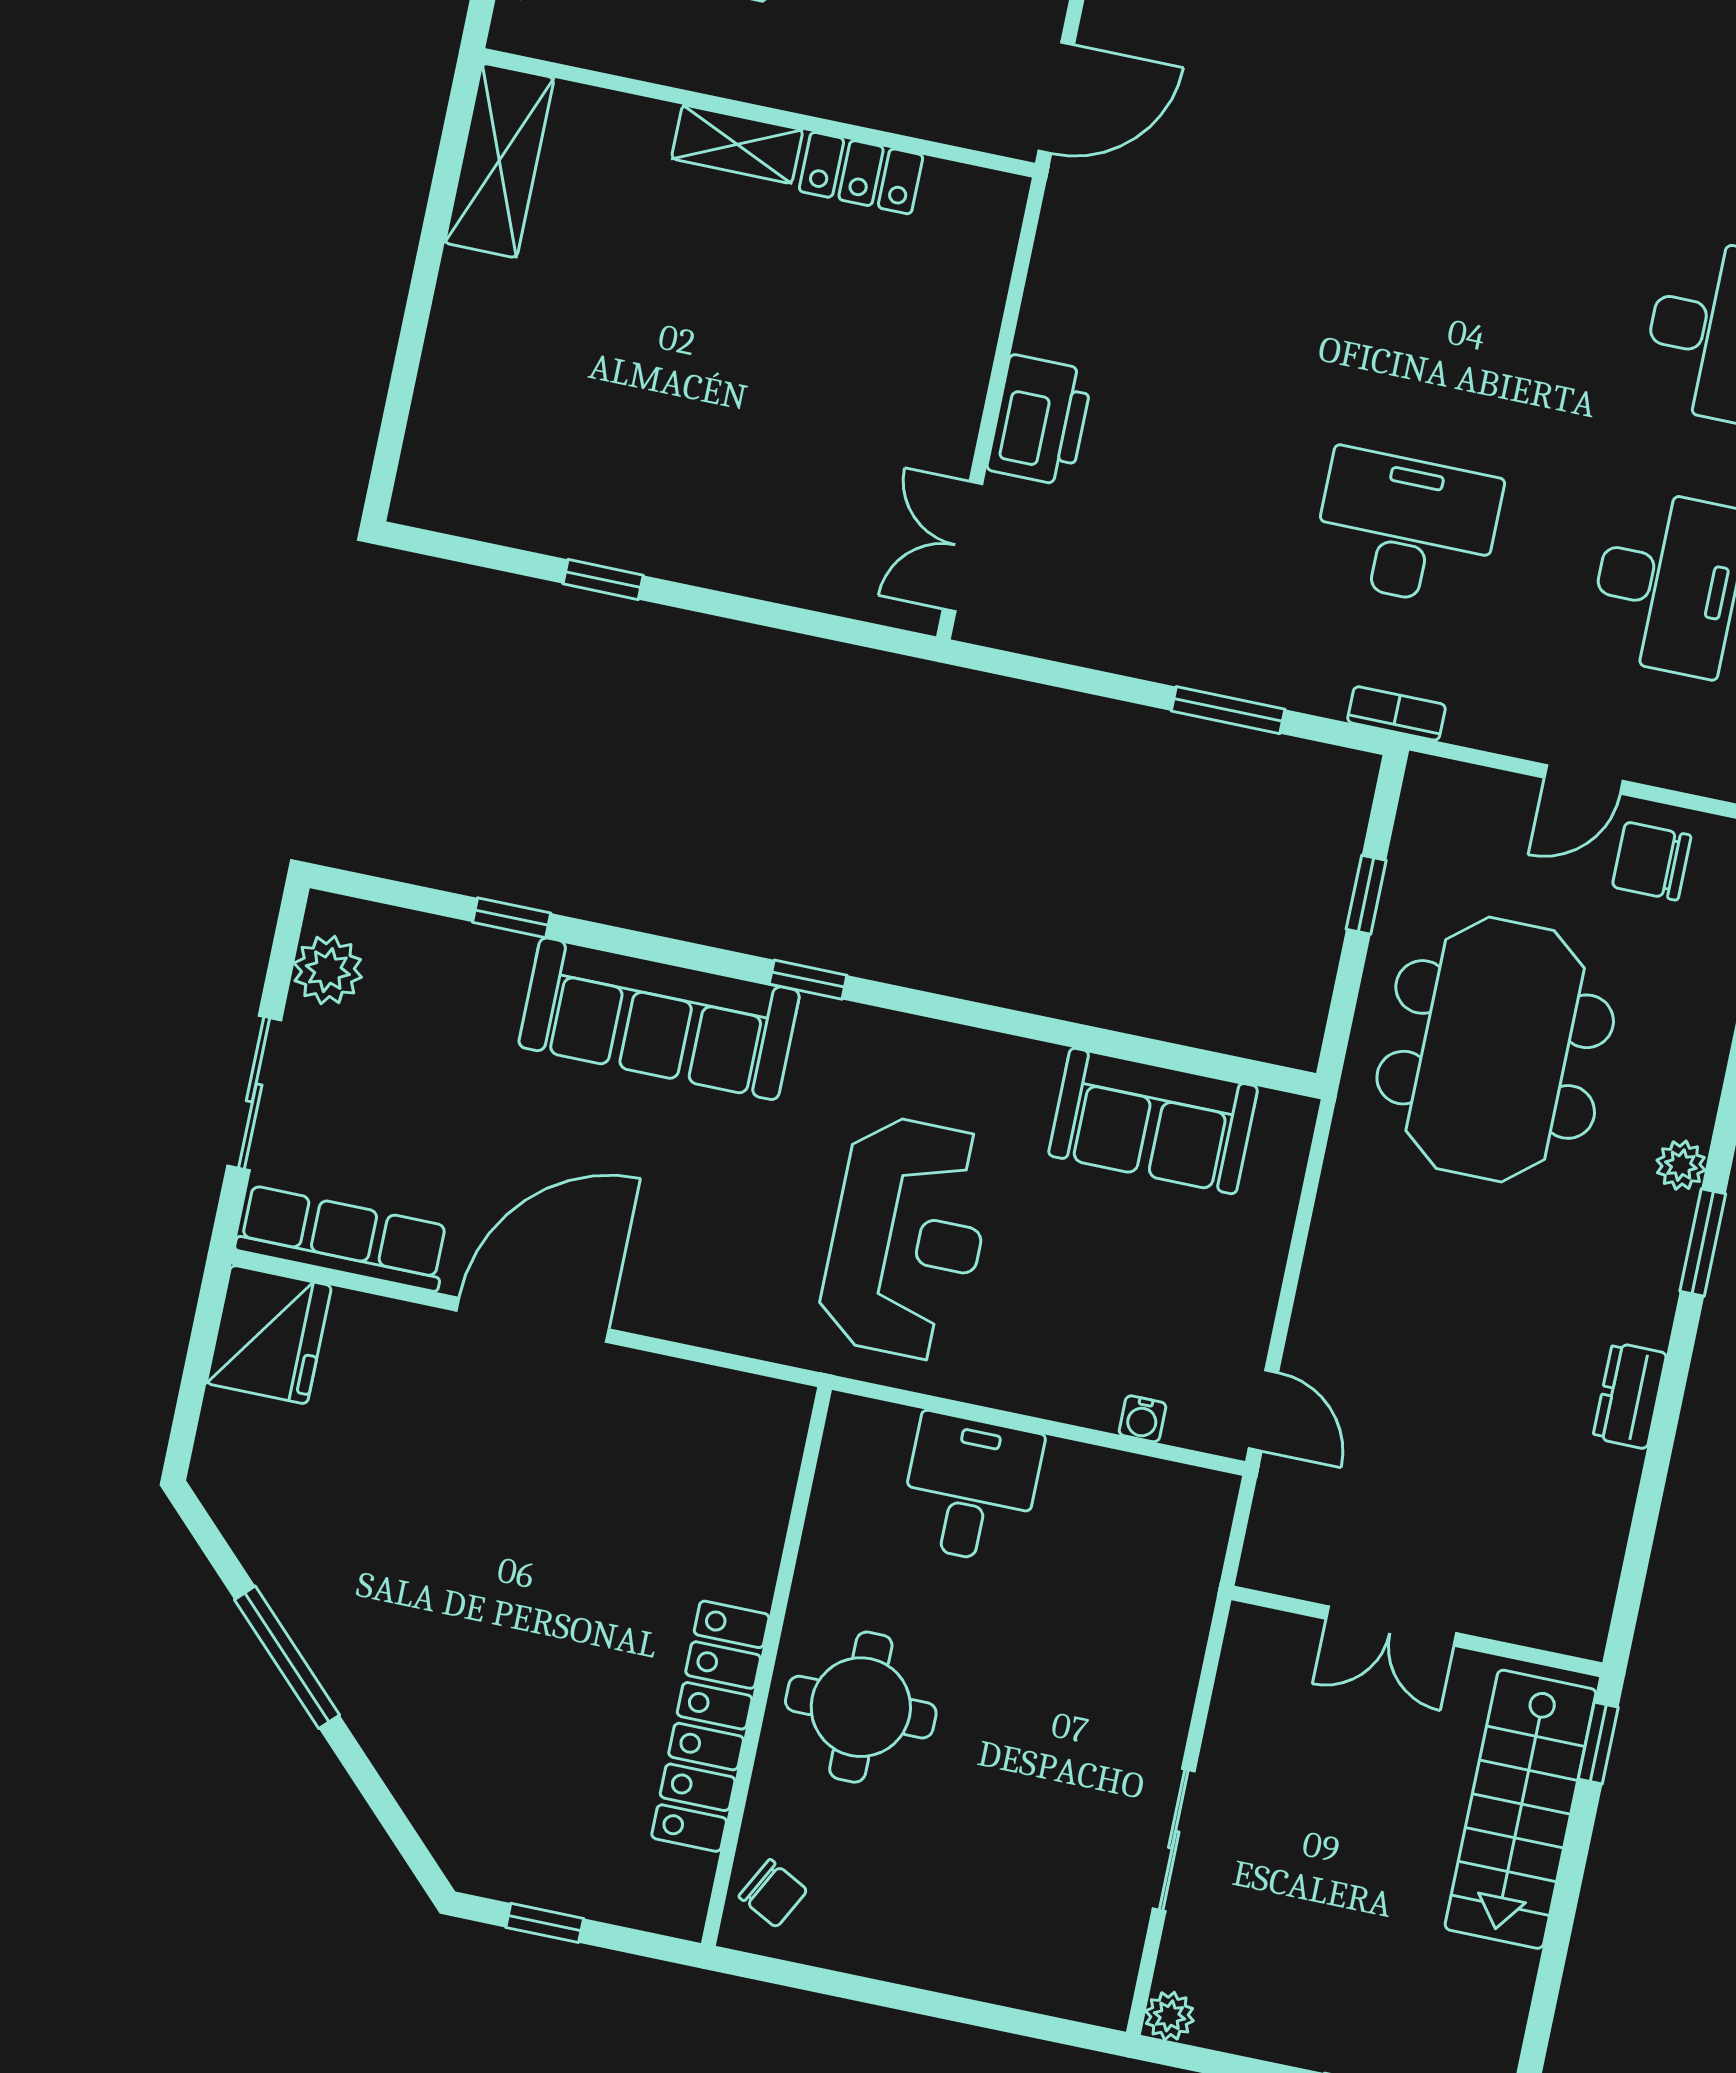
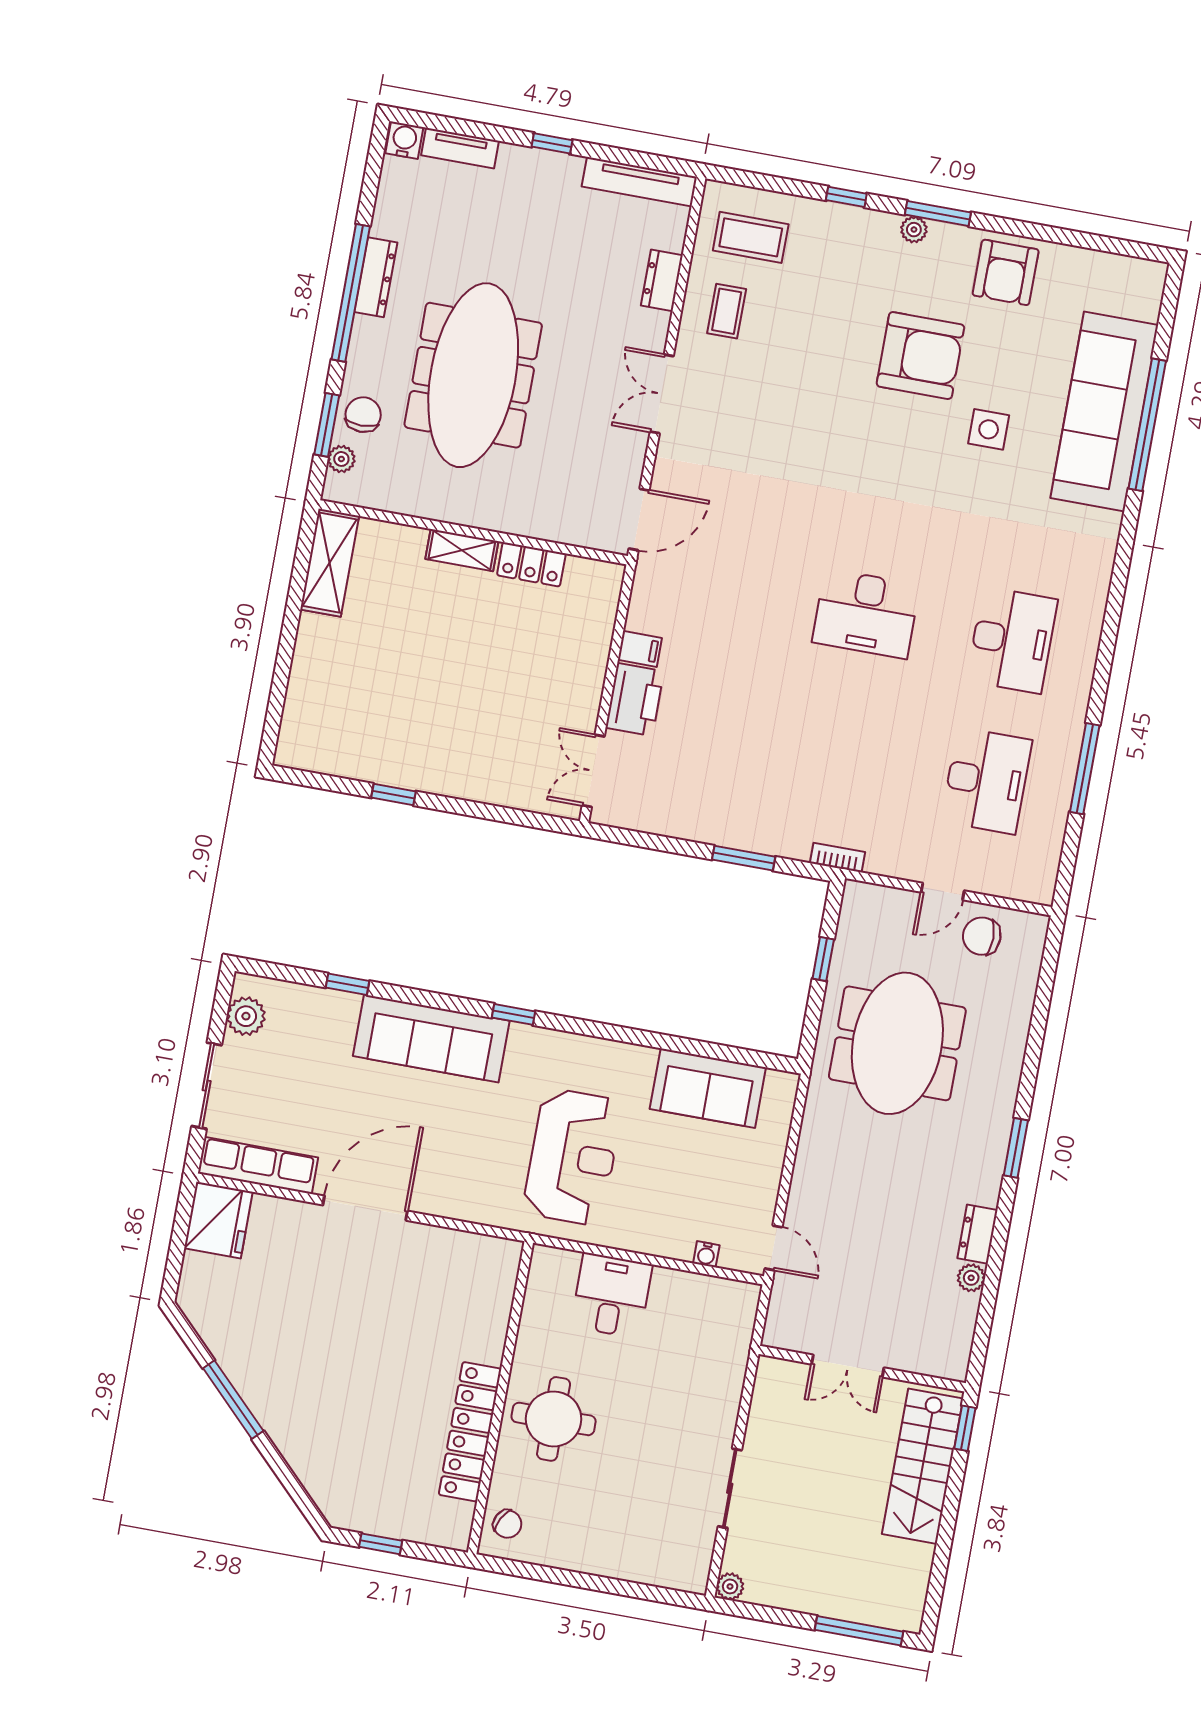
filing cabinet: (1052, 330) -> (640, 649), added
desk: (1407, 528) -> (866, 614), moved, turned 180
plant: (1681, 1165) -> (971, 1278), moved

